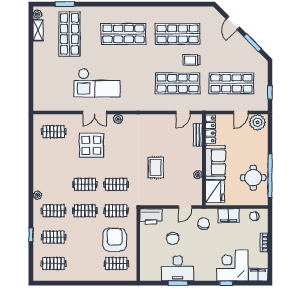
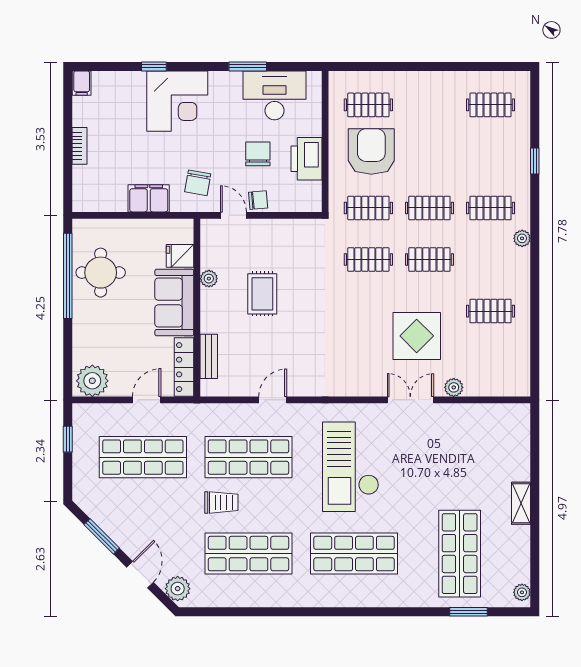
plant: (214, 16) -> (178, 589), added
shelving: (38, 30) -> (521, 503), moved
checkout: (97, 83) -> (351, 467), moved, turned -90
door: (183, 113) -> (273, 400), moved
door: (241, 113) -> (147, 400), moved
plant: (118, 119) -> (454, 387), moved
clothes rail: (54, 132) -> (491, 311), moved
rug: (156, 167) -> (262, 294), moved
fridge: (215, 191) -> (180, 256), width x0.53, depth x0.75
door: (185, 207) -> (233, 215), hinge flipped
chair: (254, 216) -> (258, 200), moved
printer: (151, 217) -> (307, 159), moved, turned -90
clothes rail: (54, 237) -> (491, 156), removed
armchair: (115, 240) -> (371, 152), turned 180
corner desk: (232, 265) -> (177, 101), moved
desk: (178, 268) -> (274, 95), moved
filing cabinet: (258, 275) -> (82, 83), width x0.50

